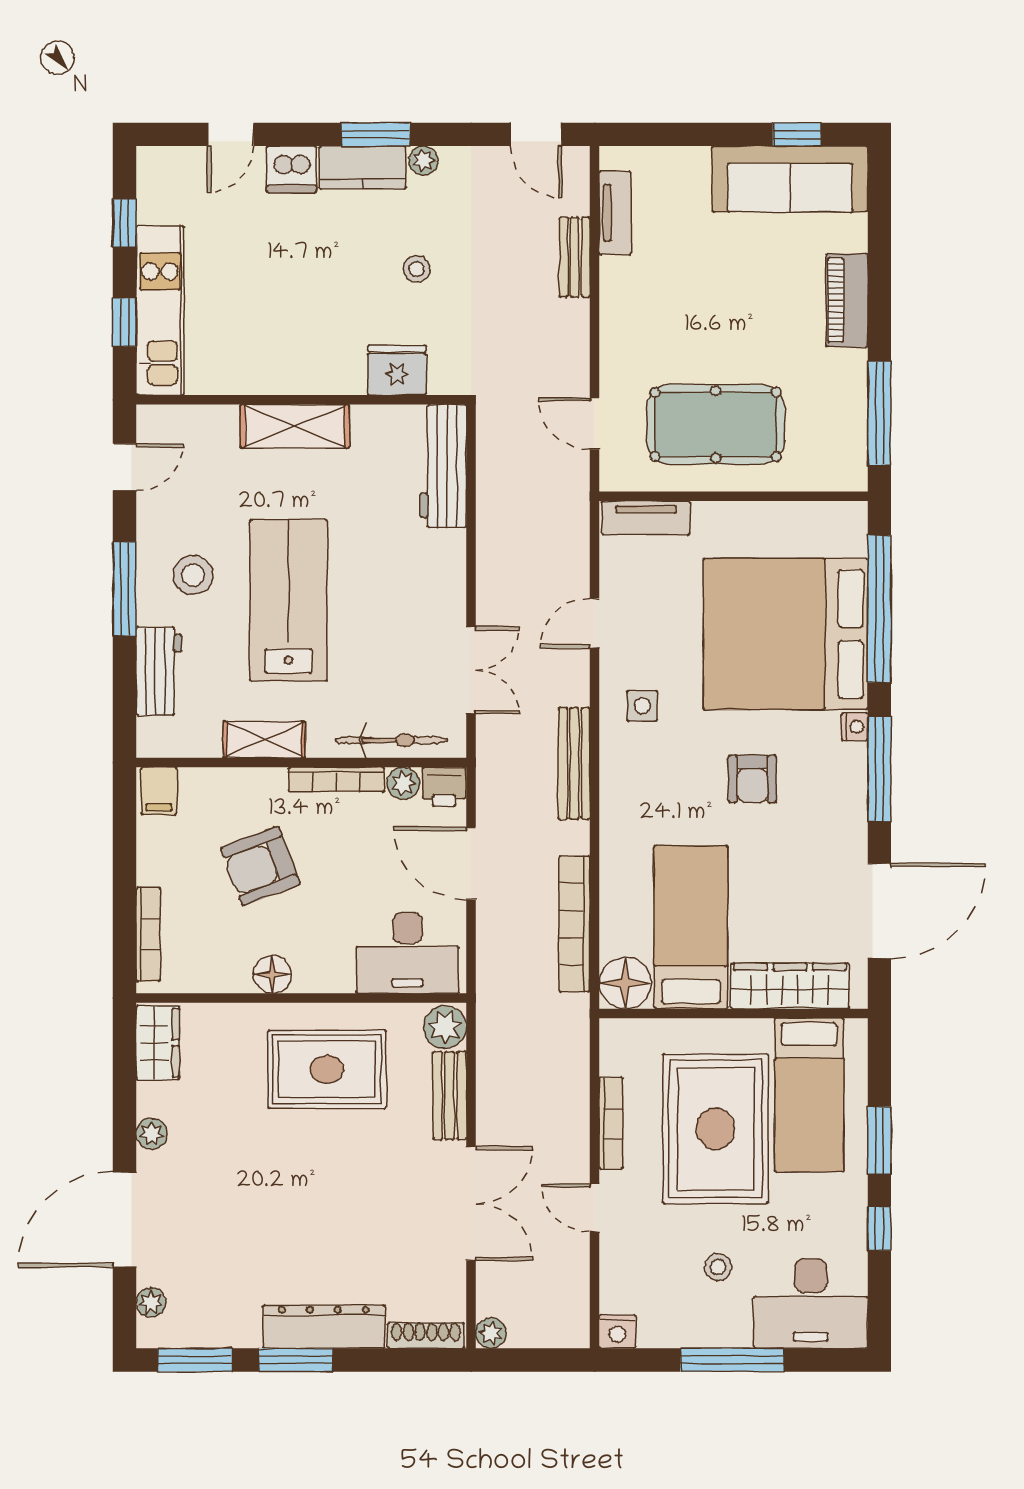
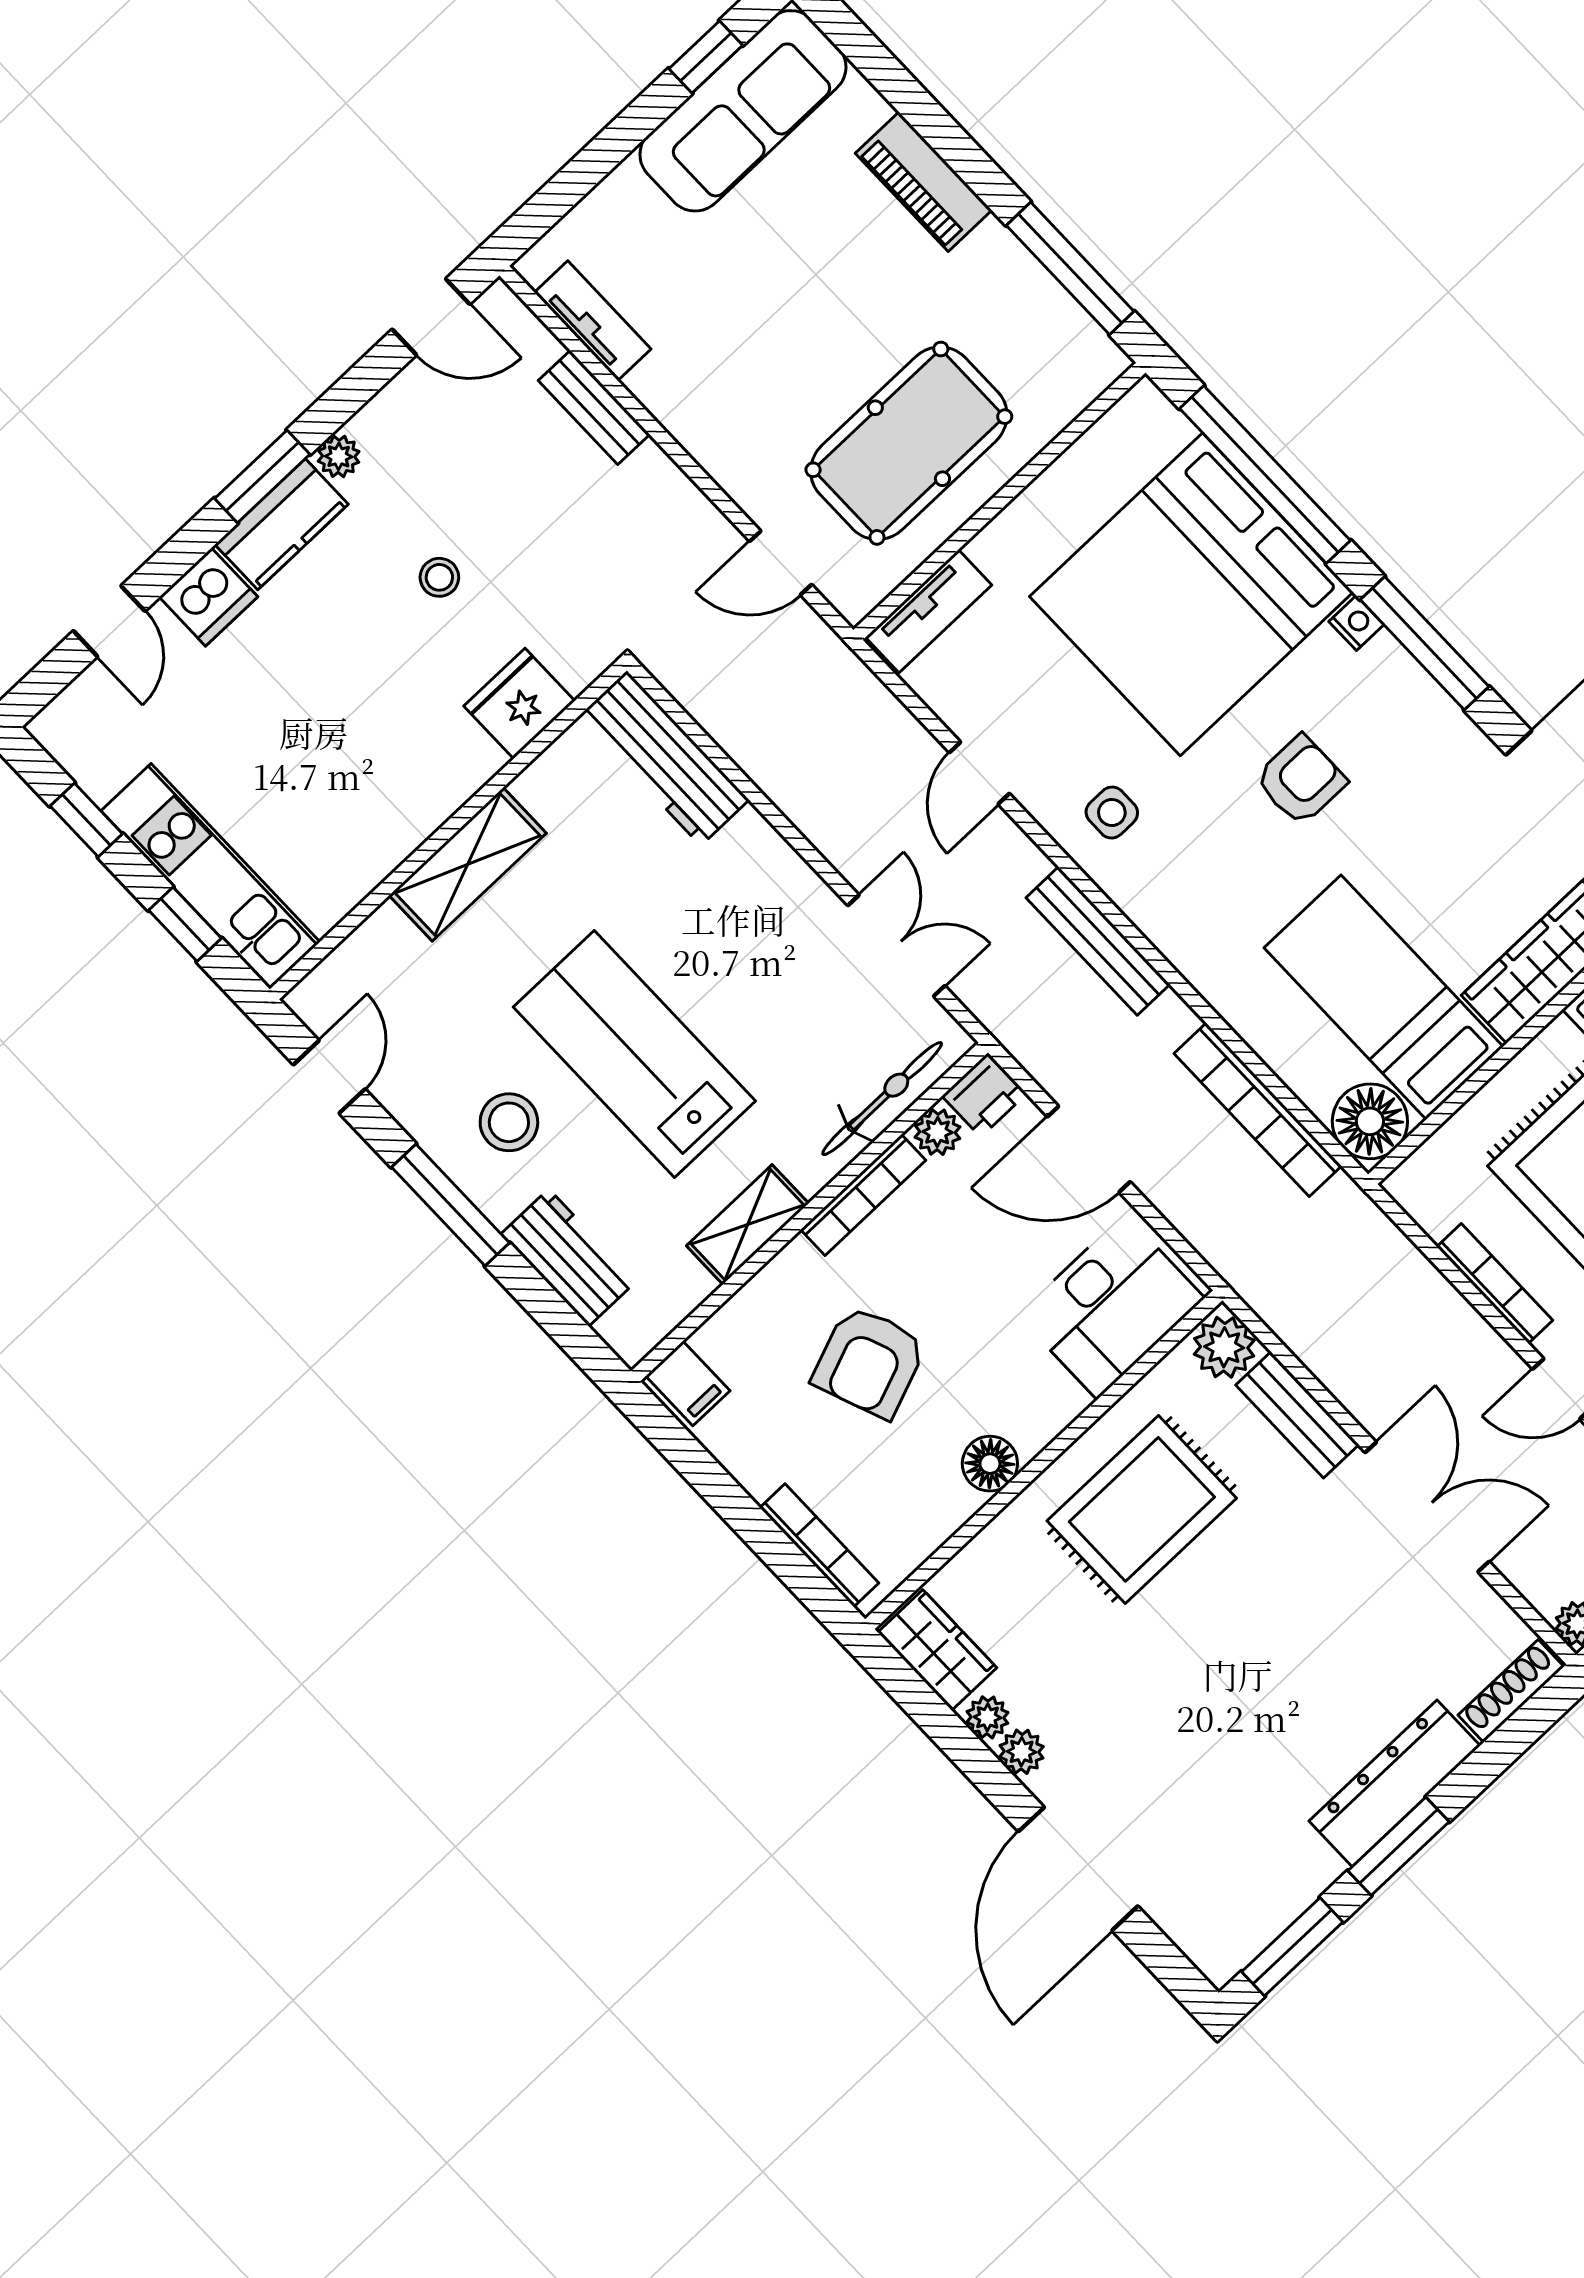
armchair: (752, 779) -> (1301, 780), turned -90
plant: (151, 1302) -> (987, 1717), moved

